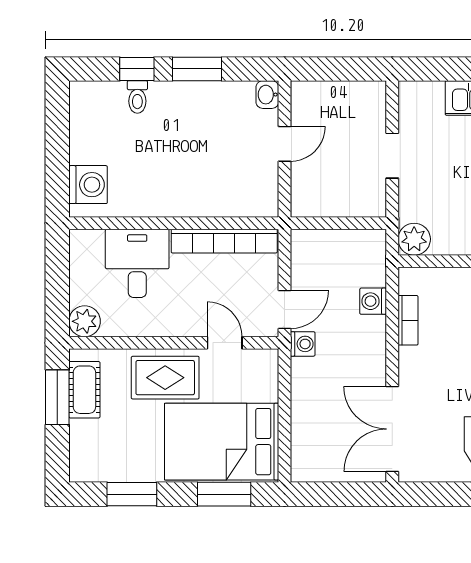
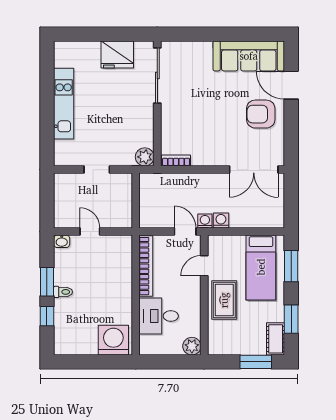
toilet: (137, 97) -> (63, 292), moved
washing machine: (88, 185) -> (113, 340), width x1.37, depth x1.37
washing machine: (373, 301) -> (221, 220), moved, turned 180
bookcase: (408, 320) -> (176, 160), moved
cot: (84, 390) -> (276, 339), moved, turned 90
window: (57, 397) -> (256, 362), moved
bed: (222, 442) -> (261, 267), width x0.67

